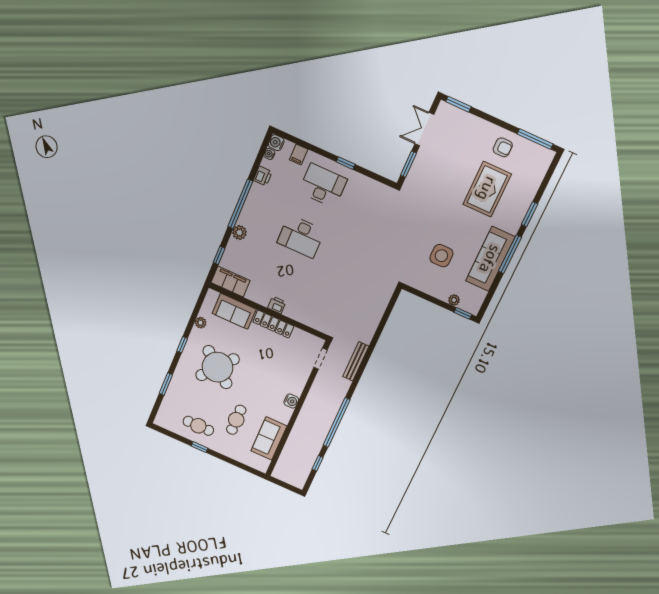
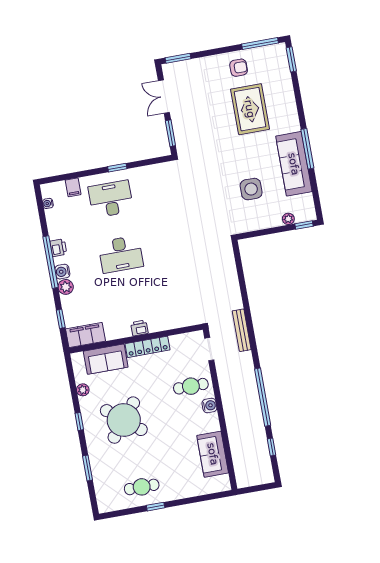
water cooler: (276, 143) -> (62, 272), moved
printer: (263, 176) -> (58, 248), moved
window: (530, 214) -> (291, 59), moved
cafe table: (236, 420) -> (191, 386), moved, turned 90

